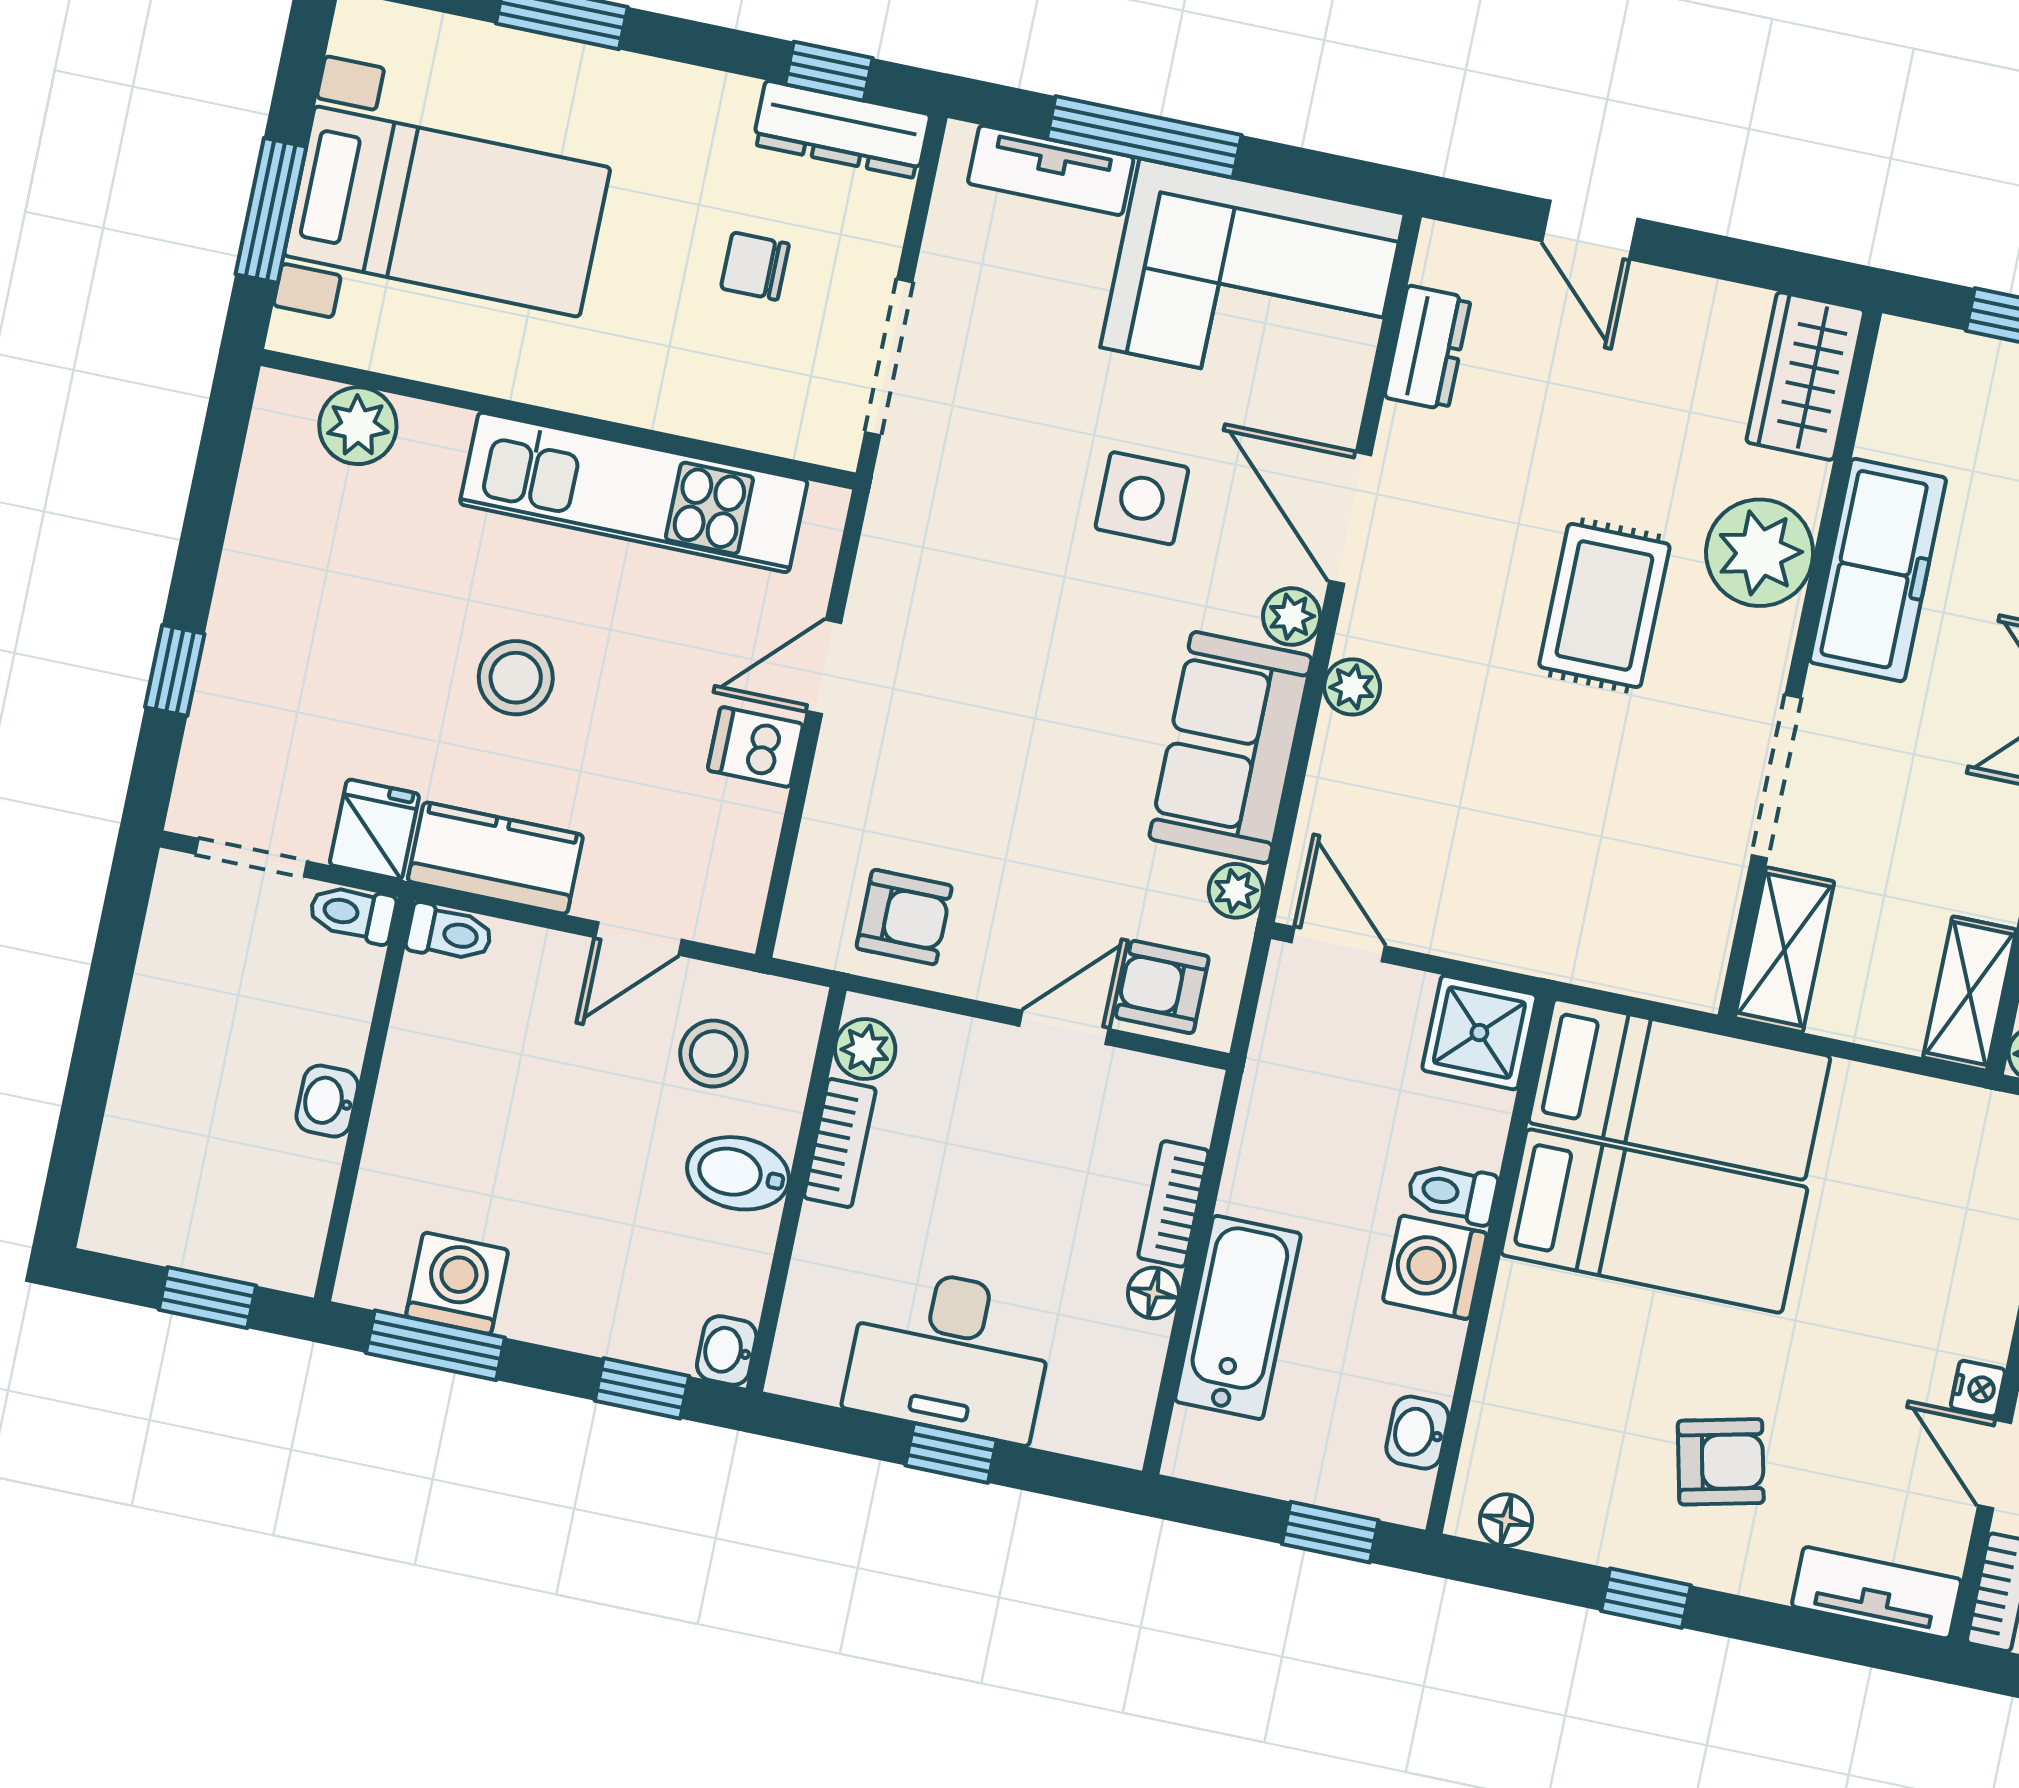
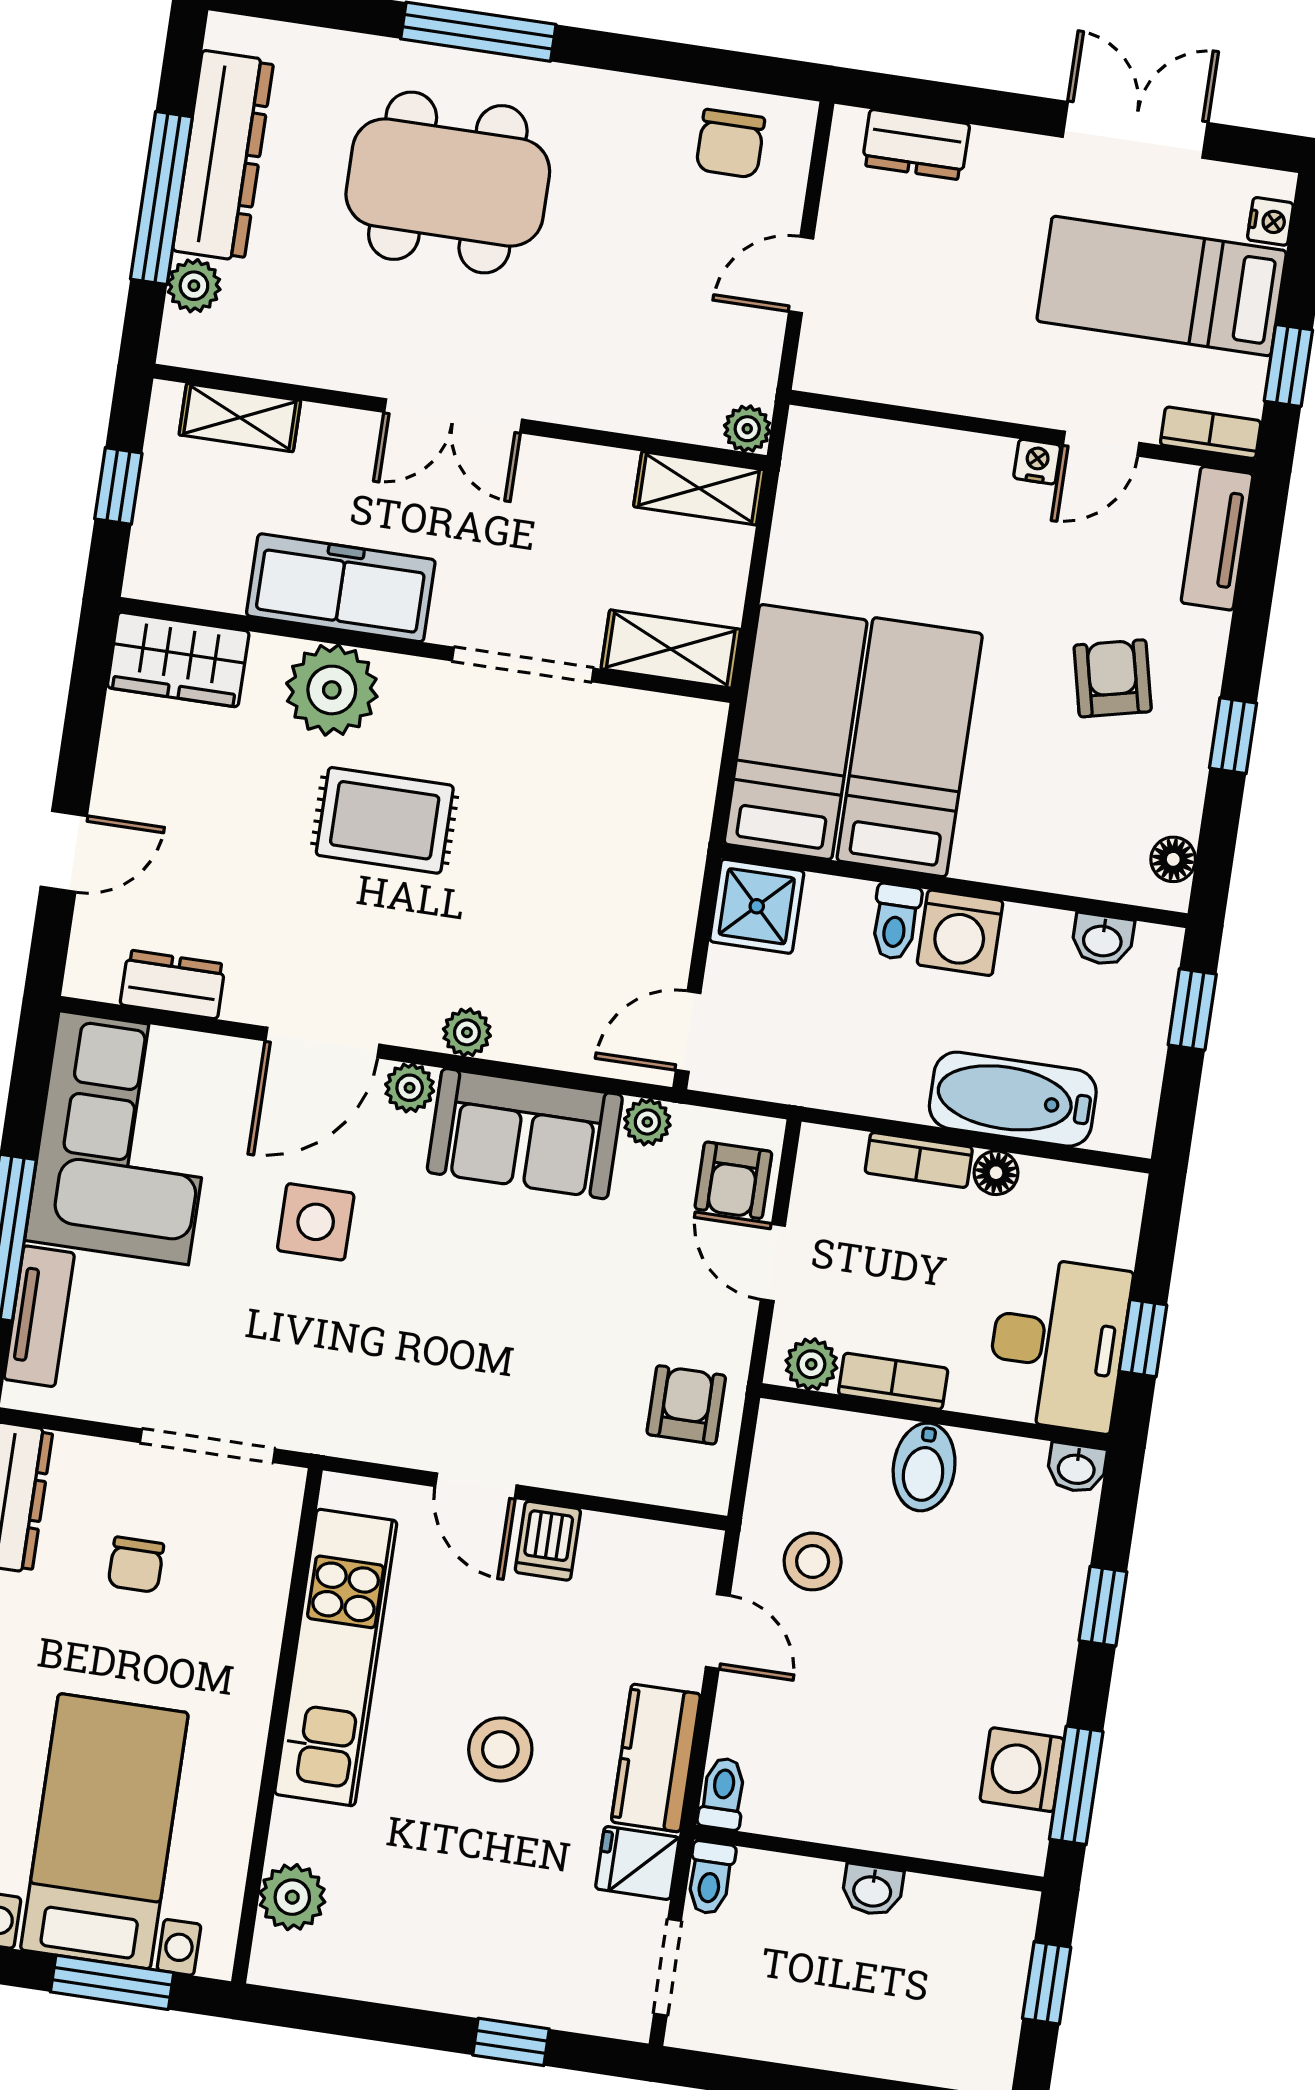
plant: (865, 1049) -> (811, 1364), moved
bookcase: (840, 1143) -> (893, 1381), moved
bidet: (738, 1173) -> (924, 1467), moved
wall: (796, 1189) -> (935, 1416), moved
washbasin: (727, 1351) -> (1076, 1468), moved

